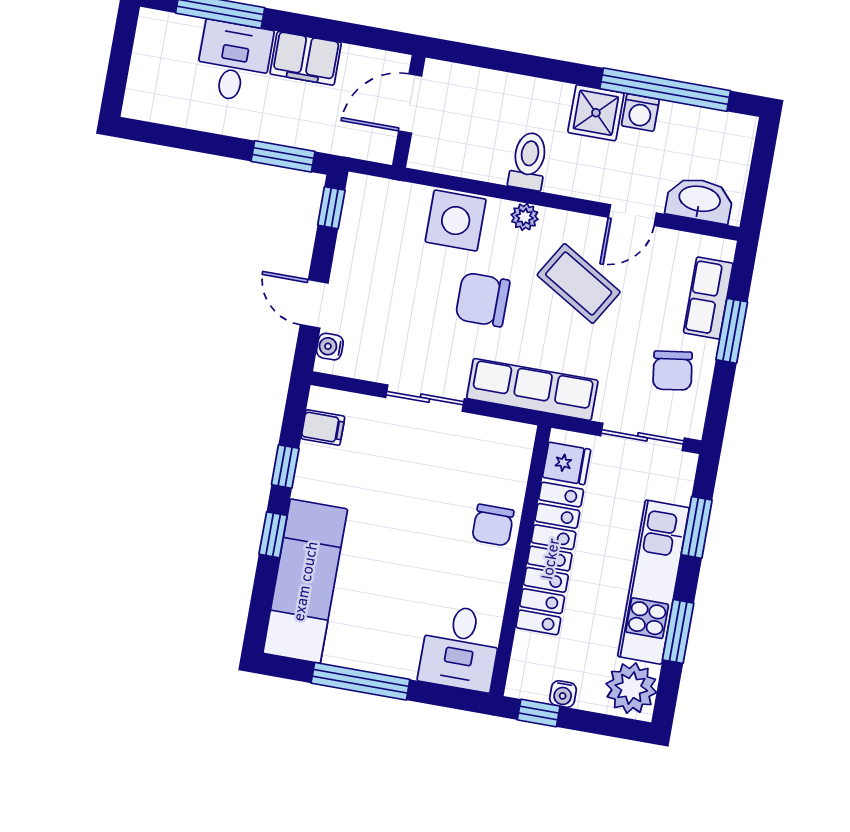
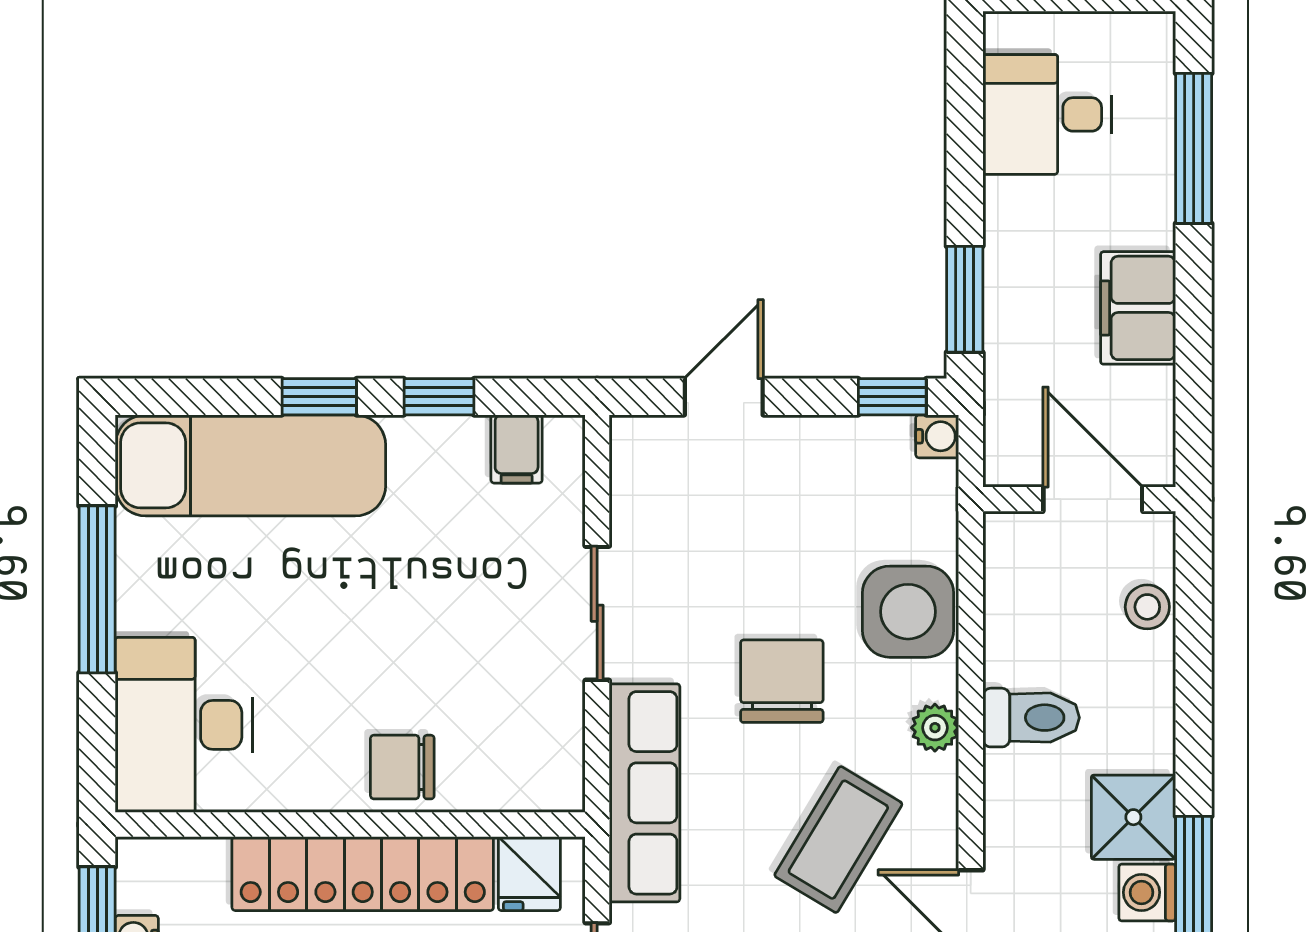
desk: (234, 61) -> (1047, 114), moved, turned 180
stool: (477, 83) -> (1147, 607), added
water cooler: (330, 347) -> (937, 436), moved, turned 90
desk: (460, 648) -> (184, 725), width x1.37

